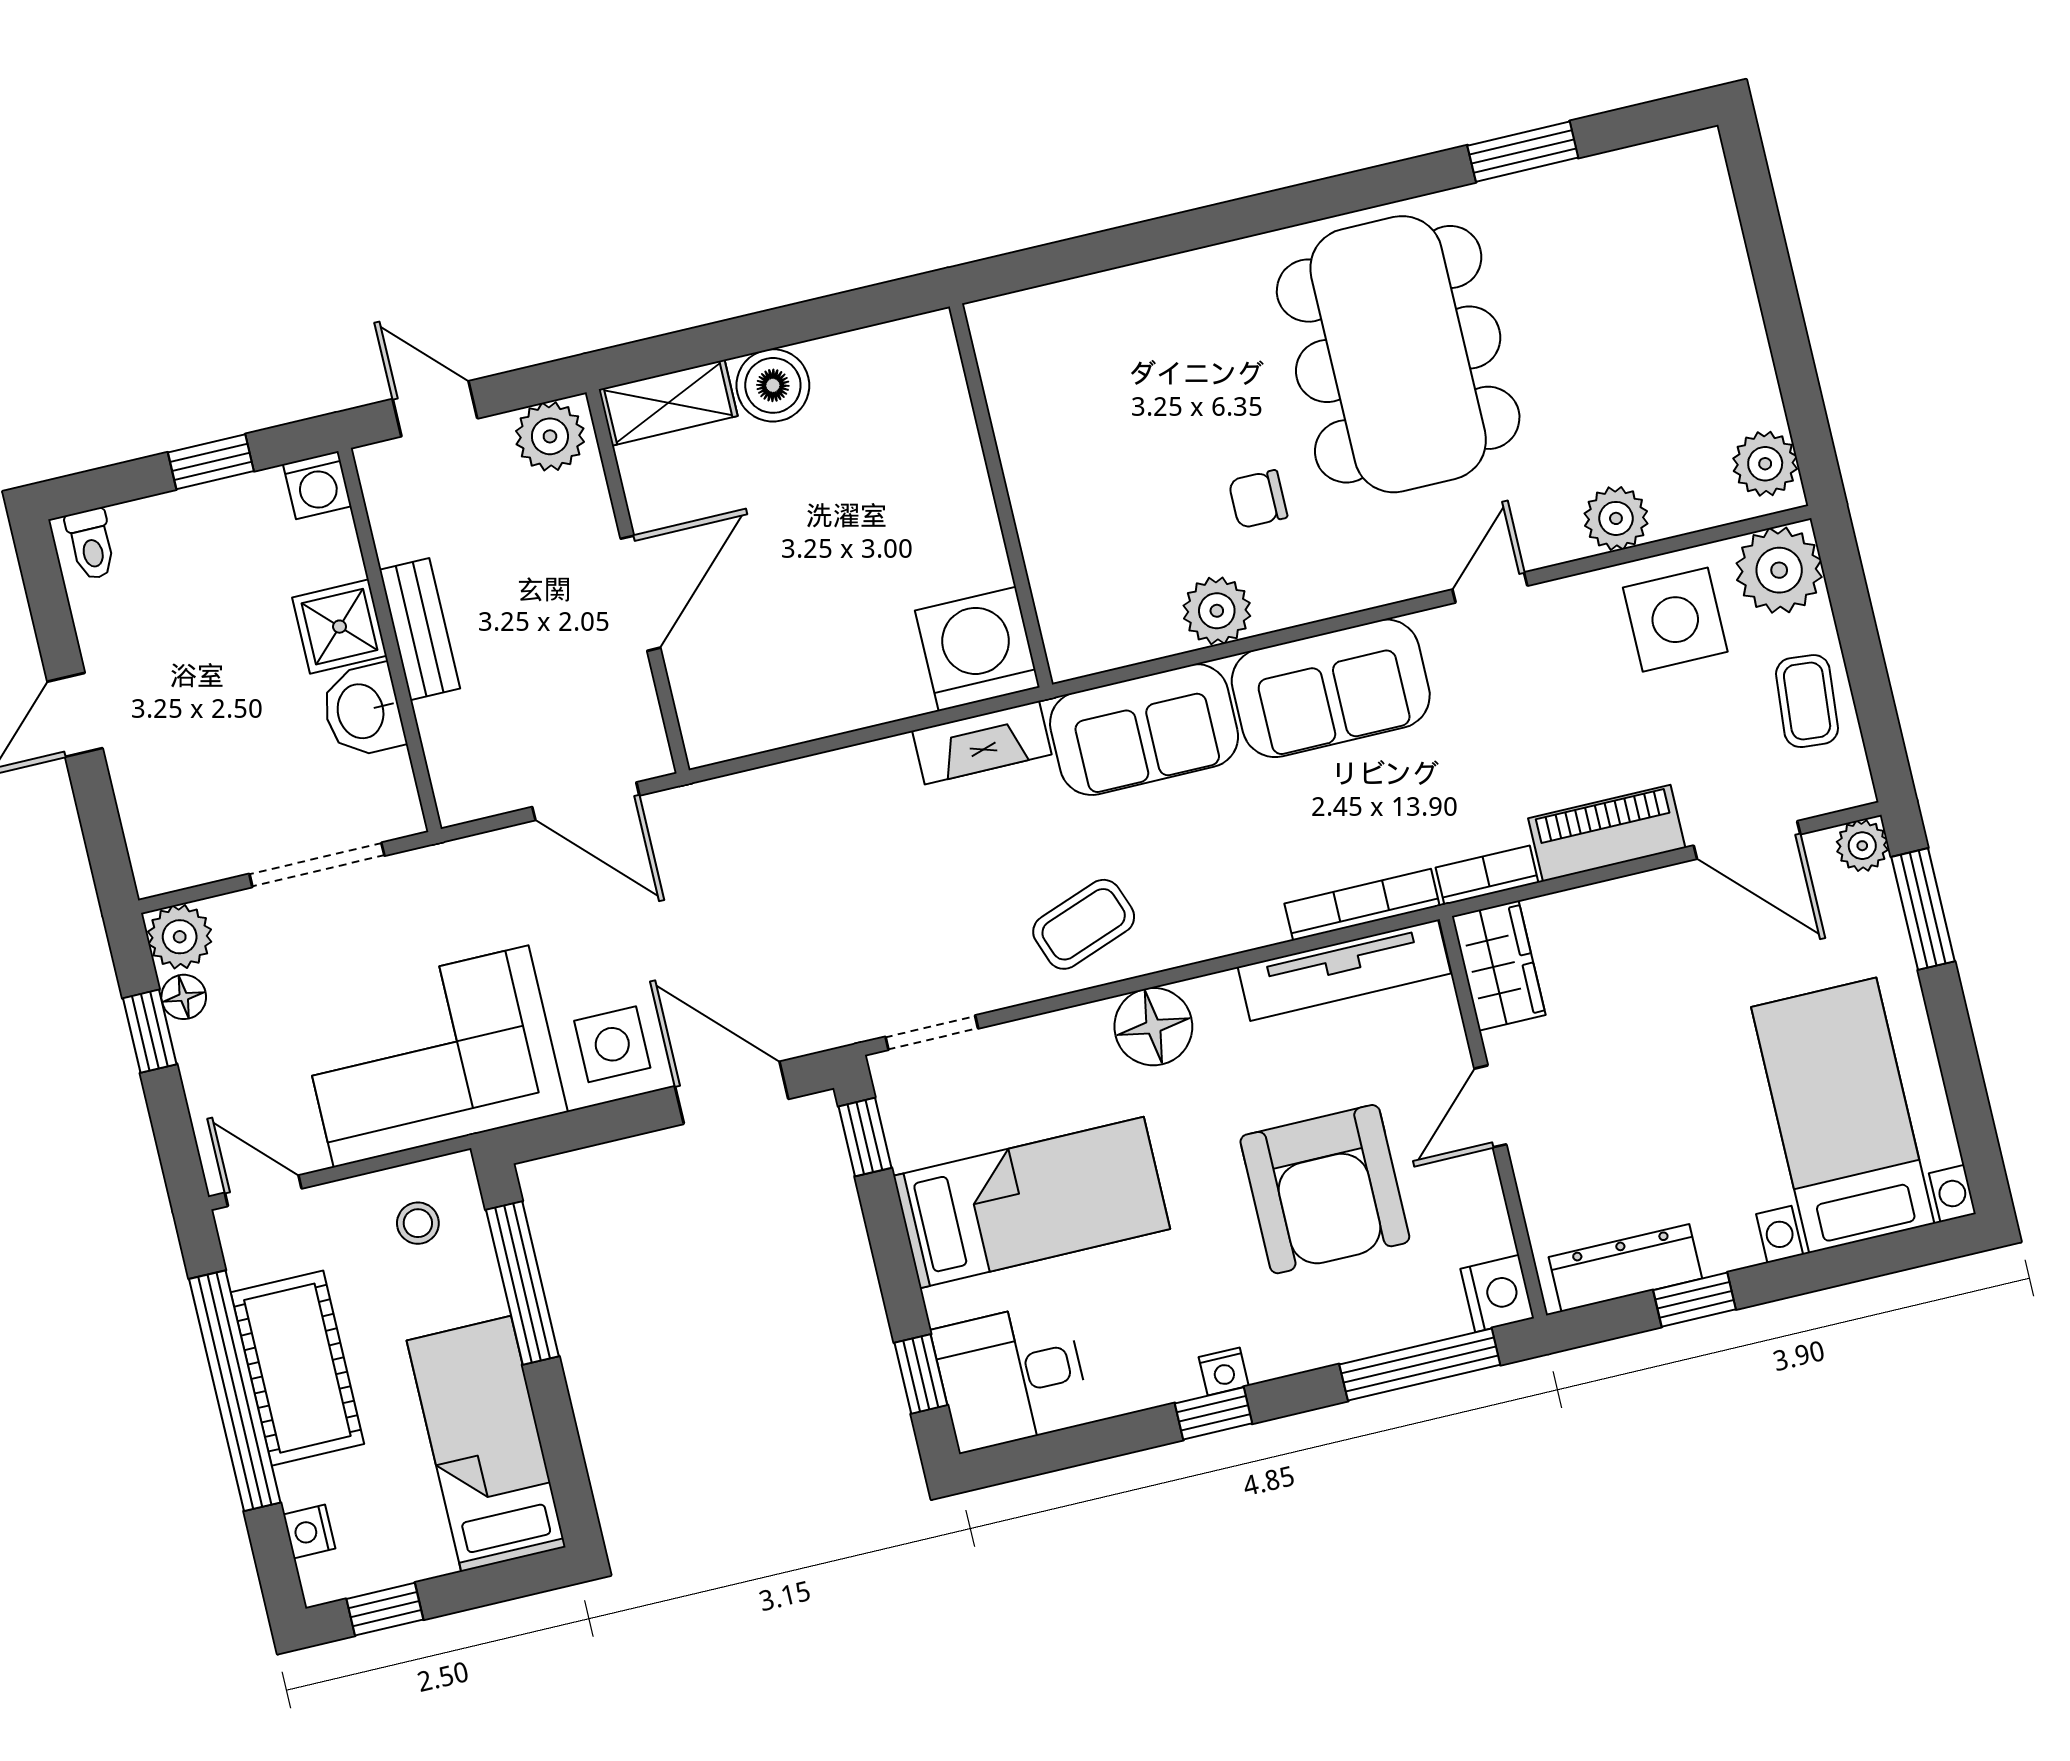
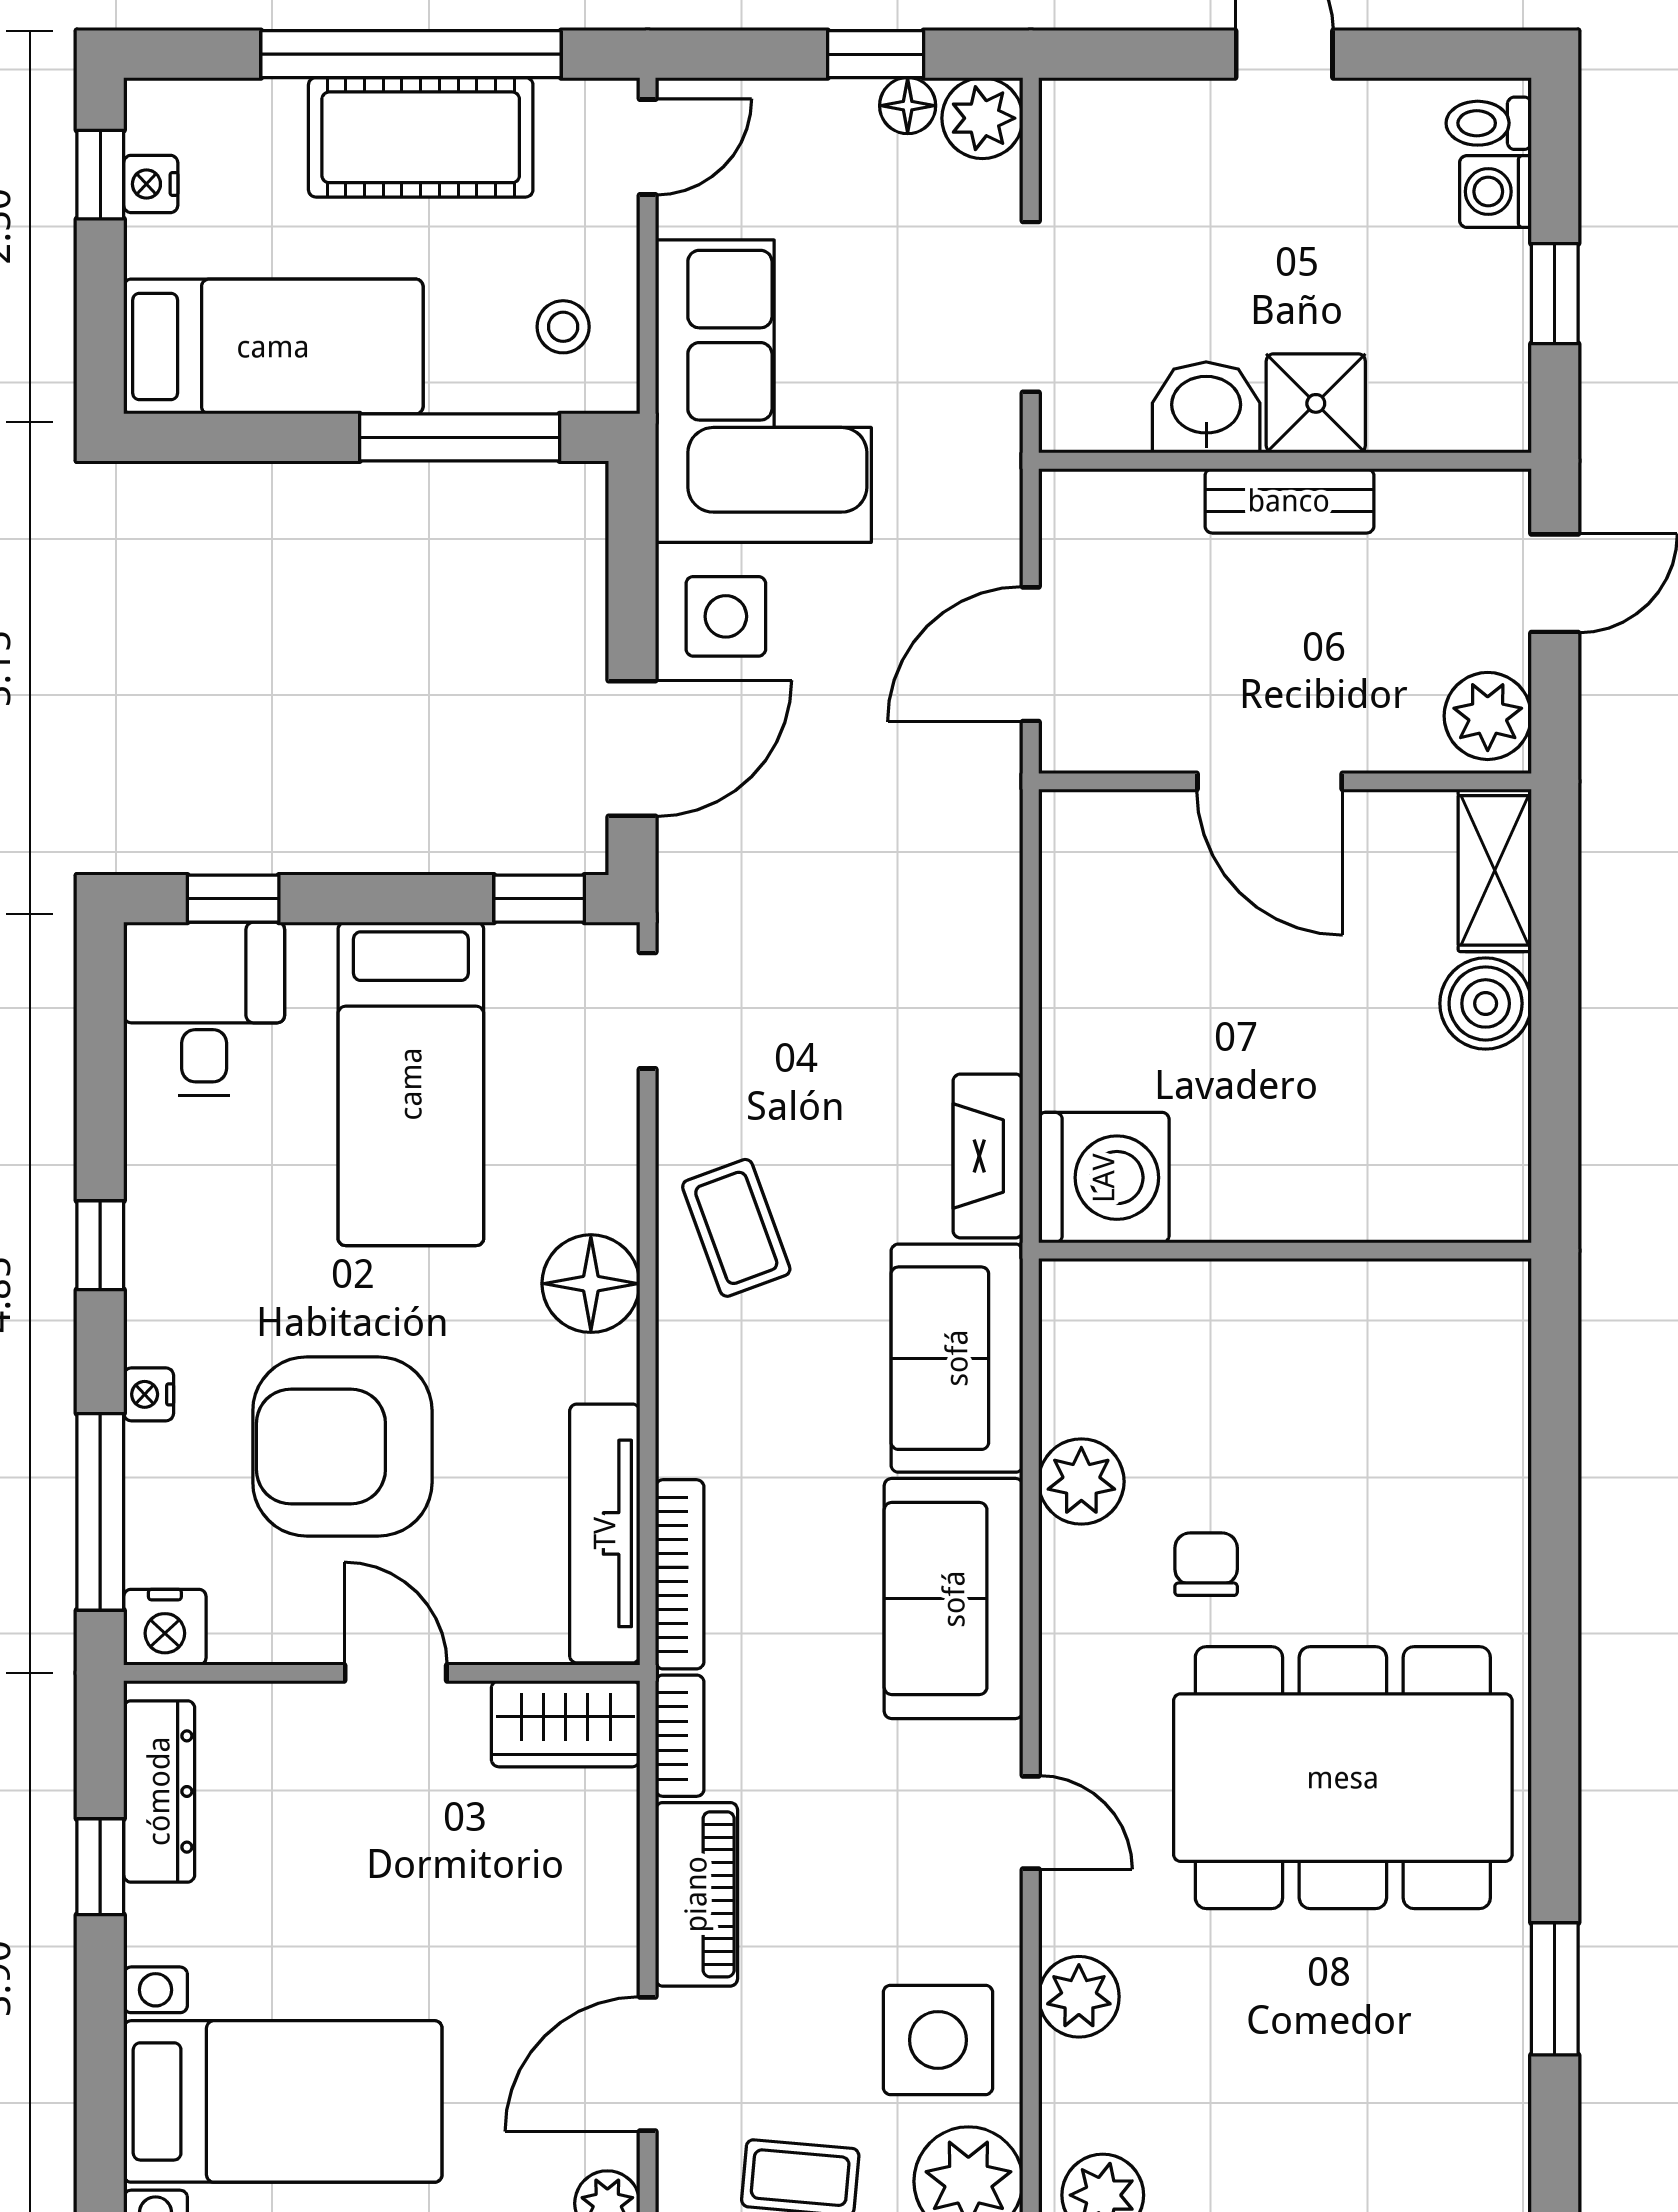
washing machine: (317, 485) -> (1495, 192), moved
nightstand: (1224, 1371) -> (149, 1394), moved
nightstand: (309, 1532) -> (151, 184), moved, turned -90

